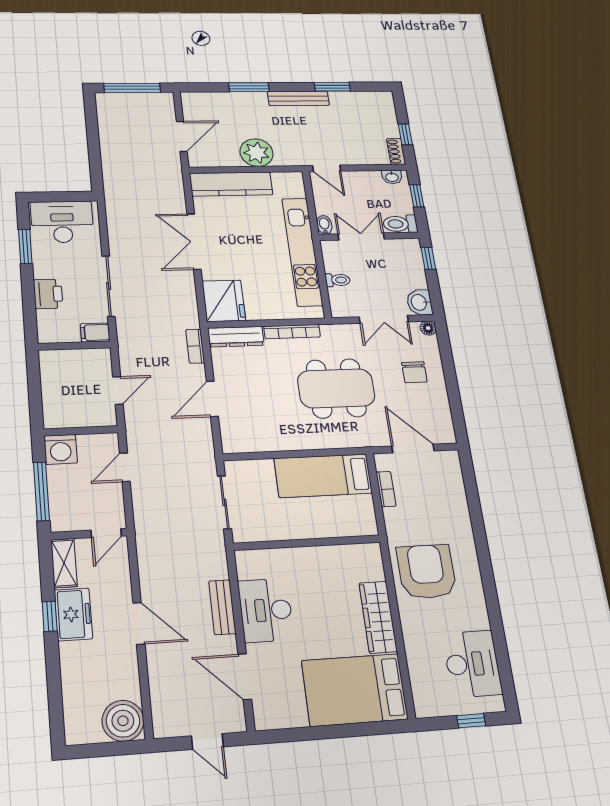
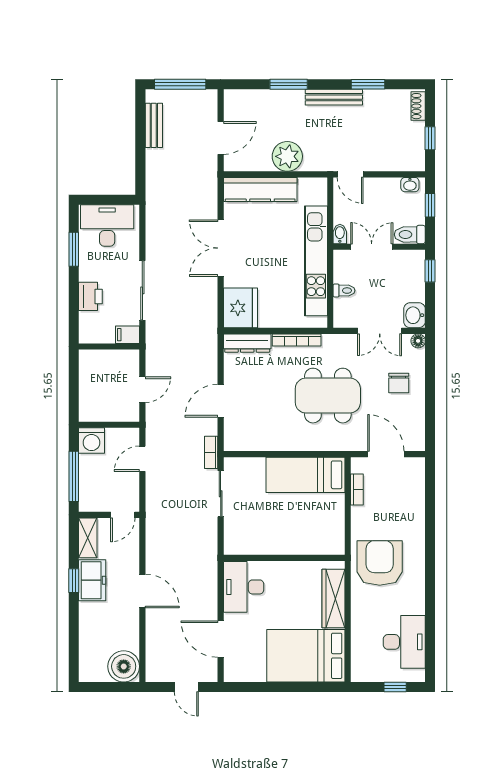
shoe rack: (396, 152) -> (418, 106), moved
bookcase: (195, 346) -> (211, 452), moved
wall: (307, 543) -> (284, 558), moved
bench: (222, 607) -> (154, 125), moved

